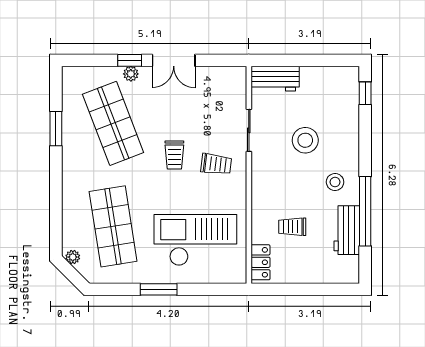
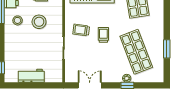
double door: (174, 60) -> (90, 85), moved
workbench: (275, 79) -> (31, 76), moved
stool: (305, 140) -> (39, 22), moved

